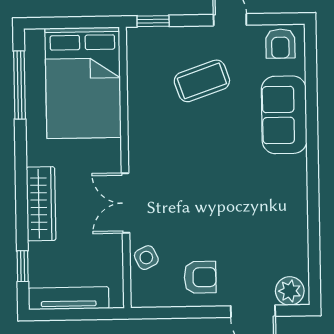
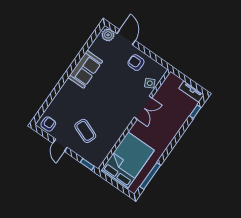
coffee table: (202, 81) -> (85, 131), turned 40
sofa: (284, 115) -> (85, 69), moved
wardrobe: (41, 204) -> (173, 129), removed
tv unit: (69, 298) -> (191, 92), width x0.71

